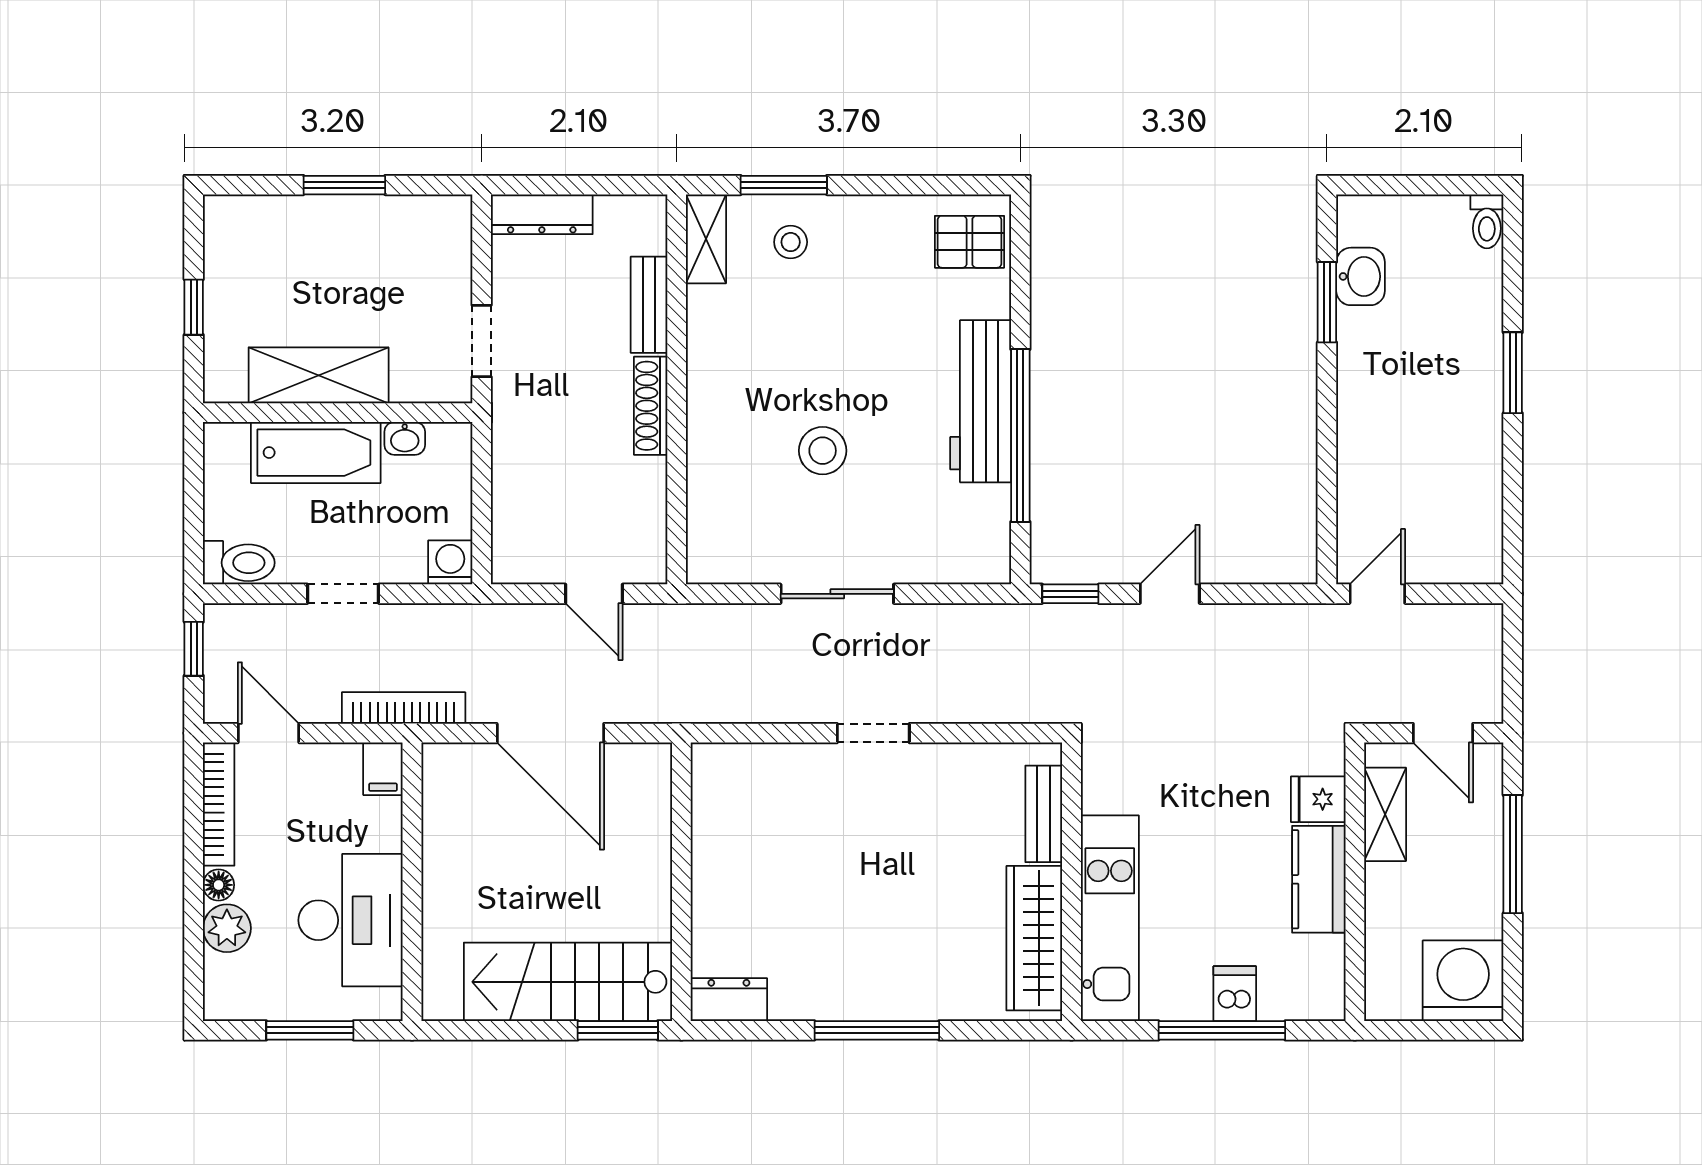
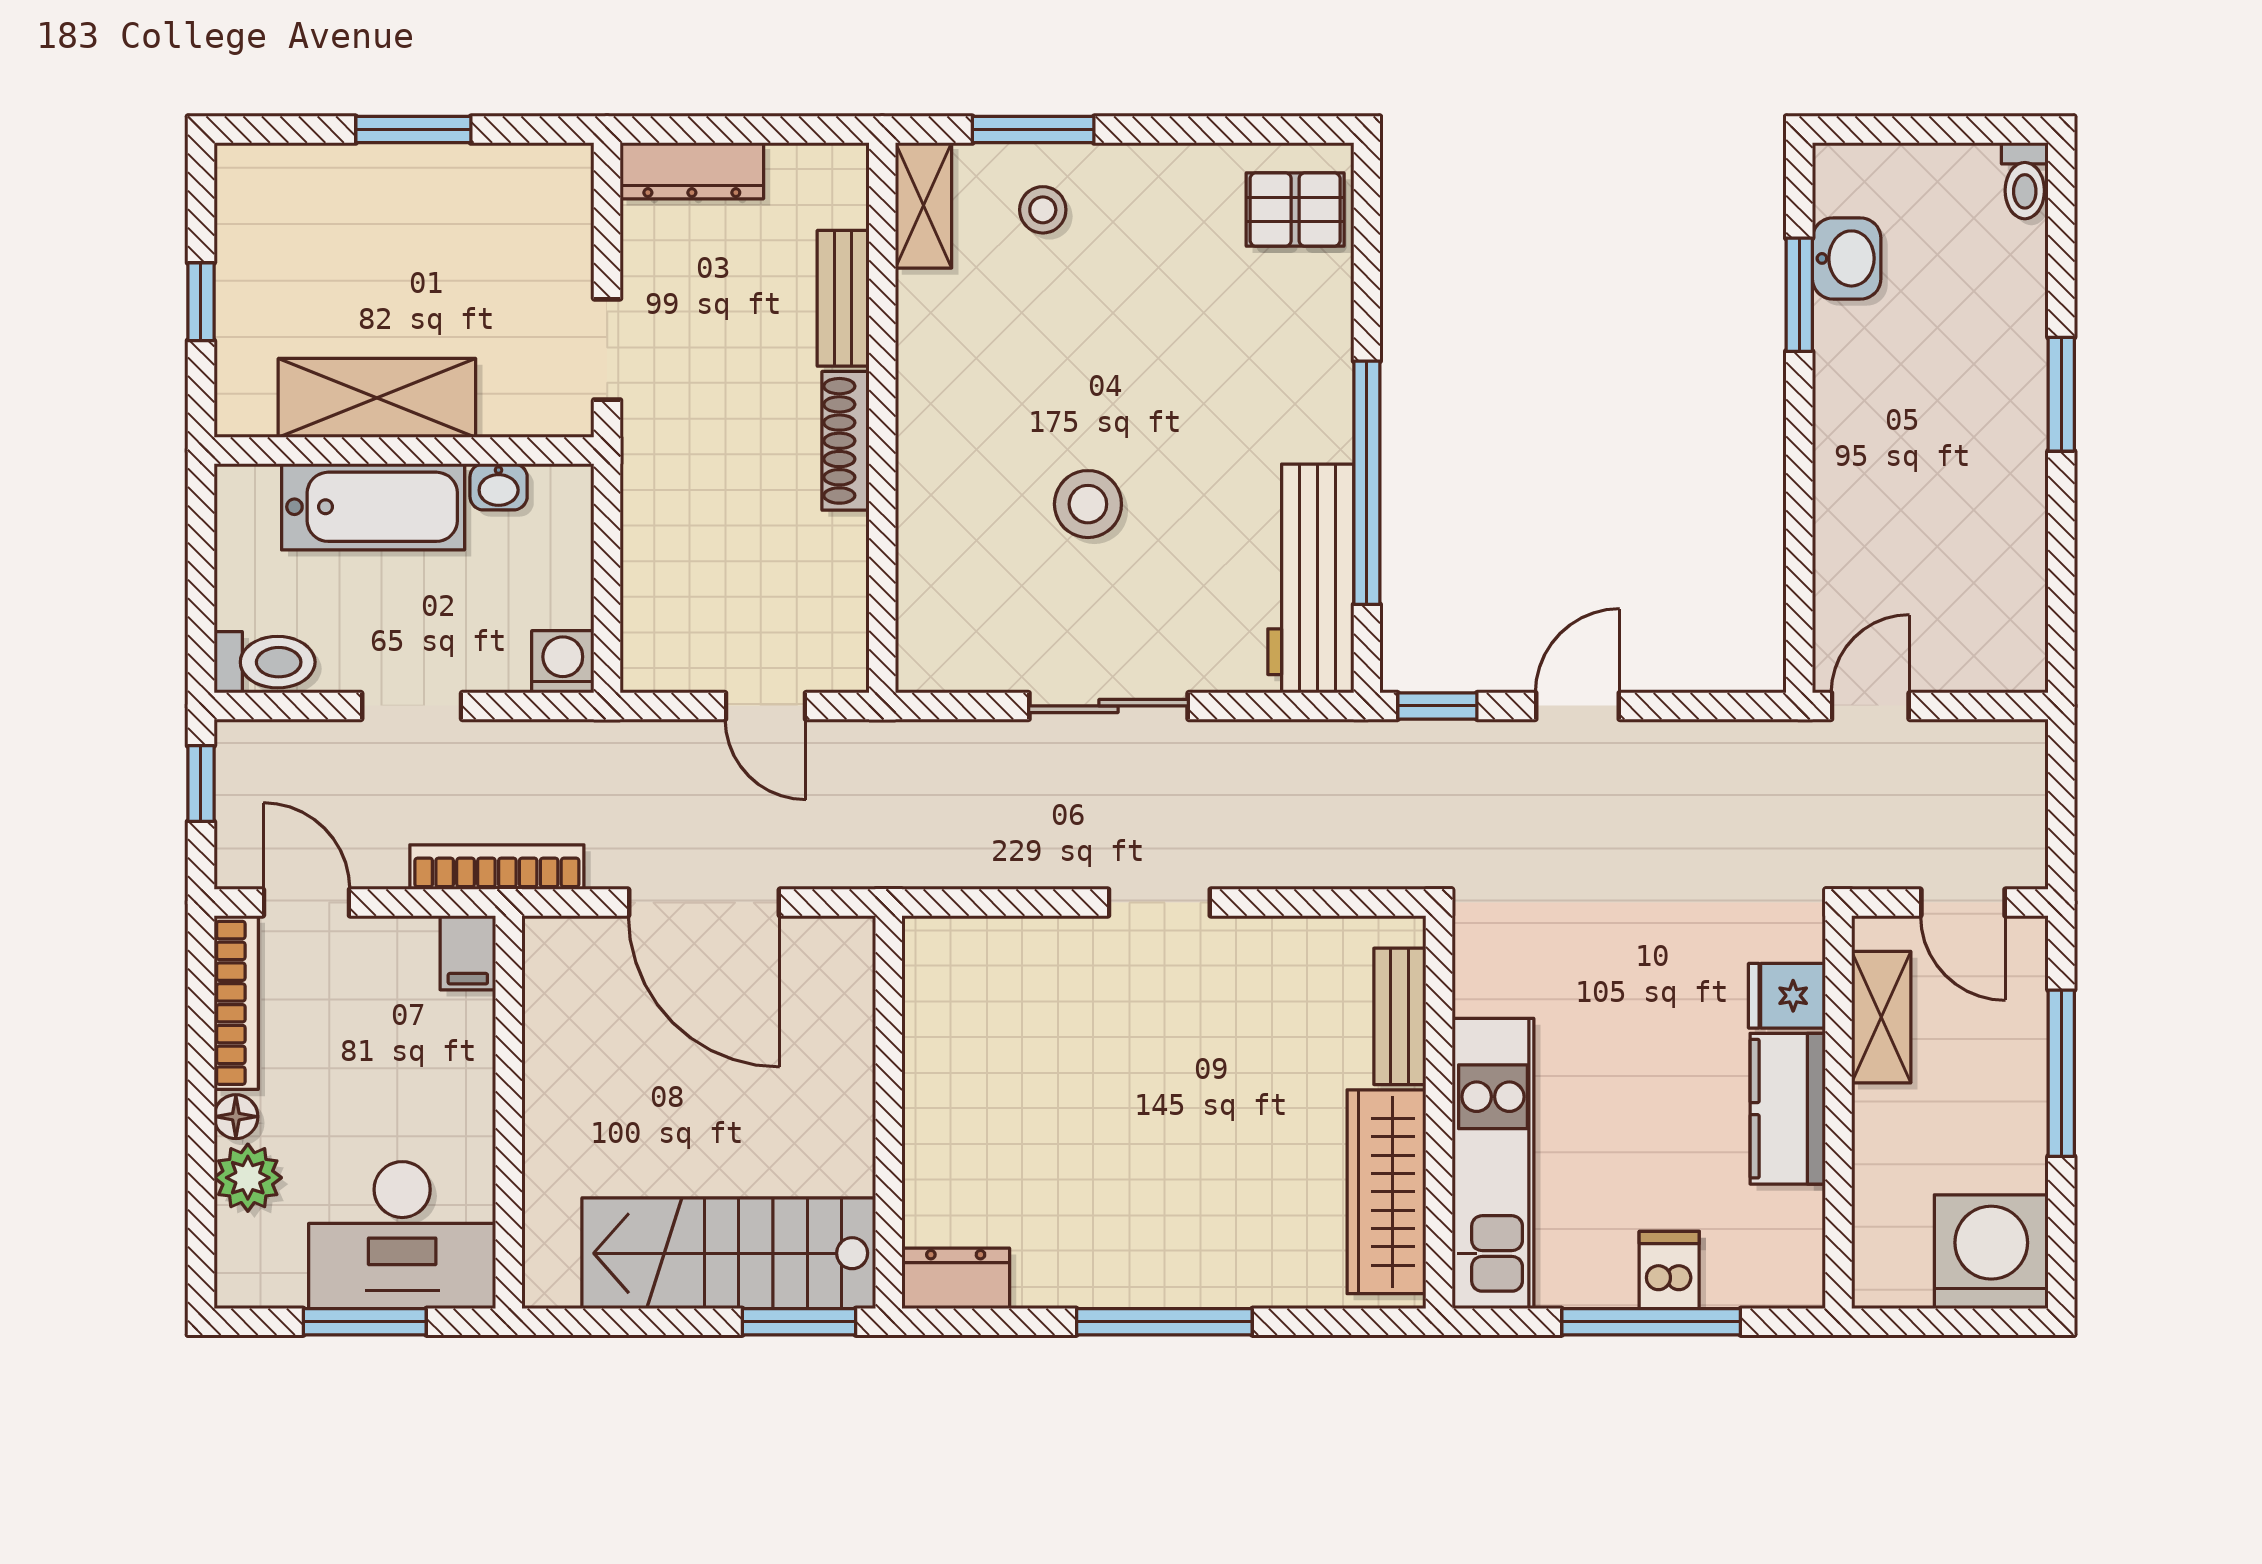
workbench: (981, 401) -> (1311, 578), moved
desk: (351, 920) -> (402, 1235), moved, turned 90

